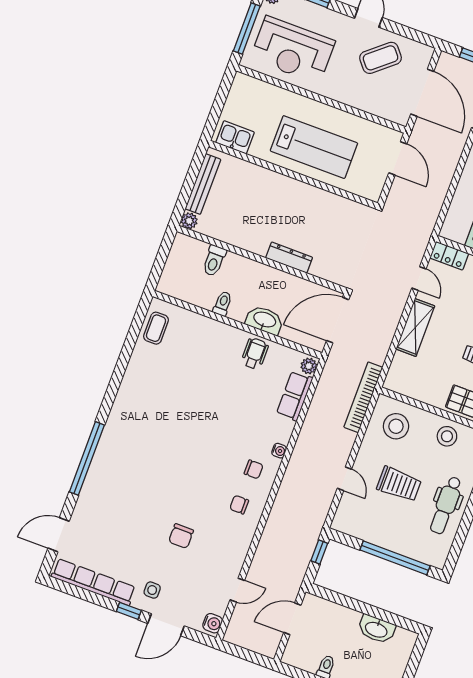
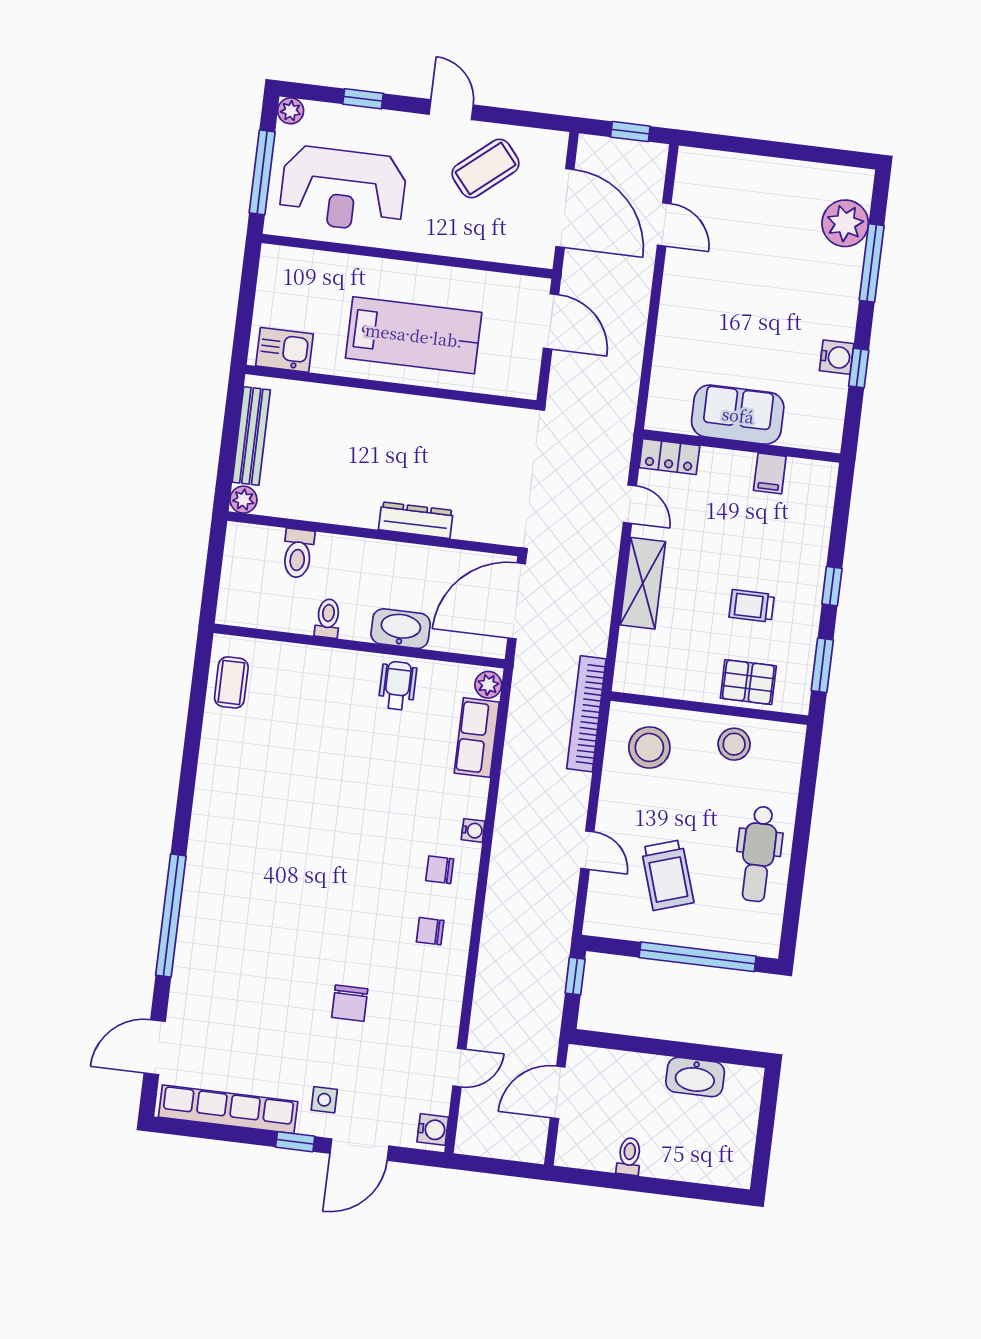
chair: (254, 469) -> (440, 870), turned 180
trolley: (399, 484) -> (667, 875), moved, turned 72

